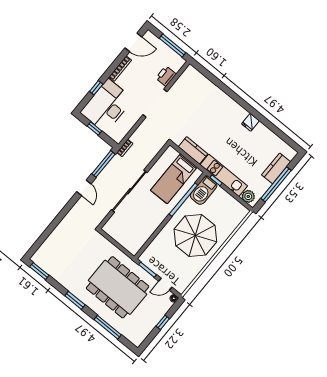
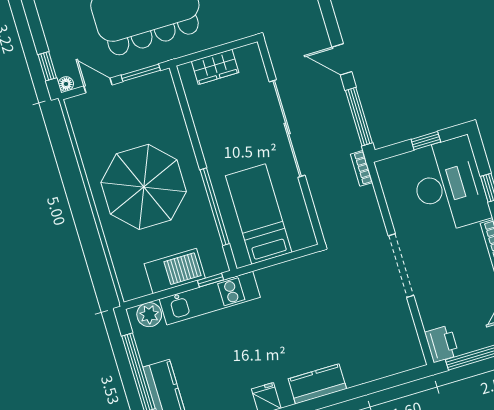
printer: (166, 76) -> (442, 344), moved
kitchen counter: (193, 150) -> (317, 384), moved, turned 180
barbecue: (204, 190) -> (175, 271), moved, turned 90
wardrobe: (124, 240) -> (215, 67), added
door: (165, 284) -> (98, 86), hinge flipped
window: (163, 322) -> (47, 66), moved

